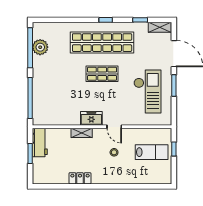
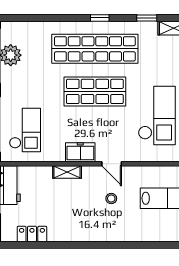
shop shelf: (102, 74) -> (95, 91), width x1.43, depth x1.36
checkout: (51, 102) -> (25, 130), added
locker: (80, 178) -> (32, 234), moved

